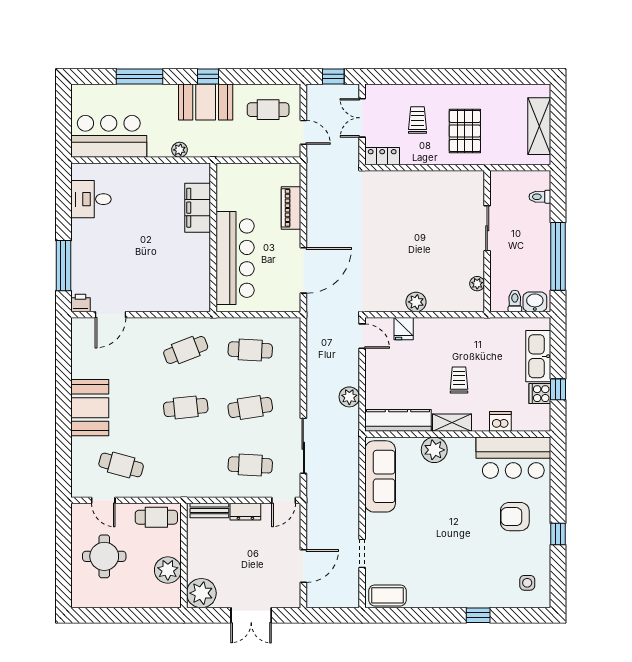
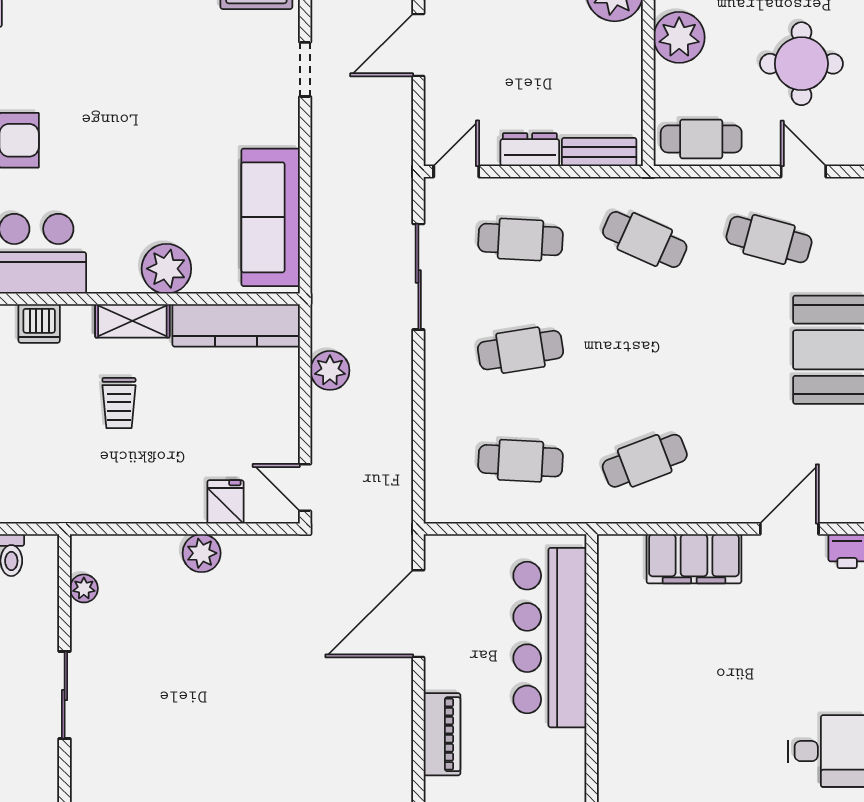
filing cabinet: (198, 208) -> (694, 559), moved, turned 90
cafe table: (186, 407) -> (645, 240), moved, turned 30

